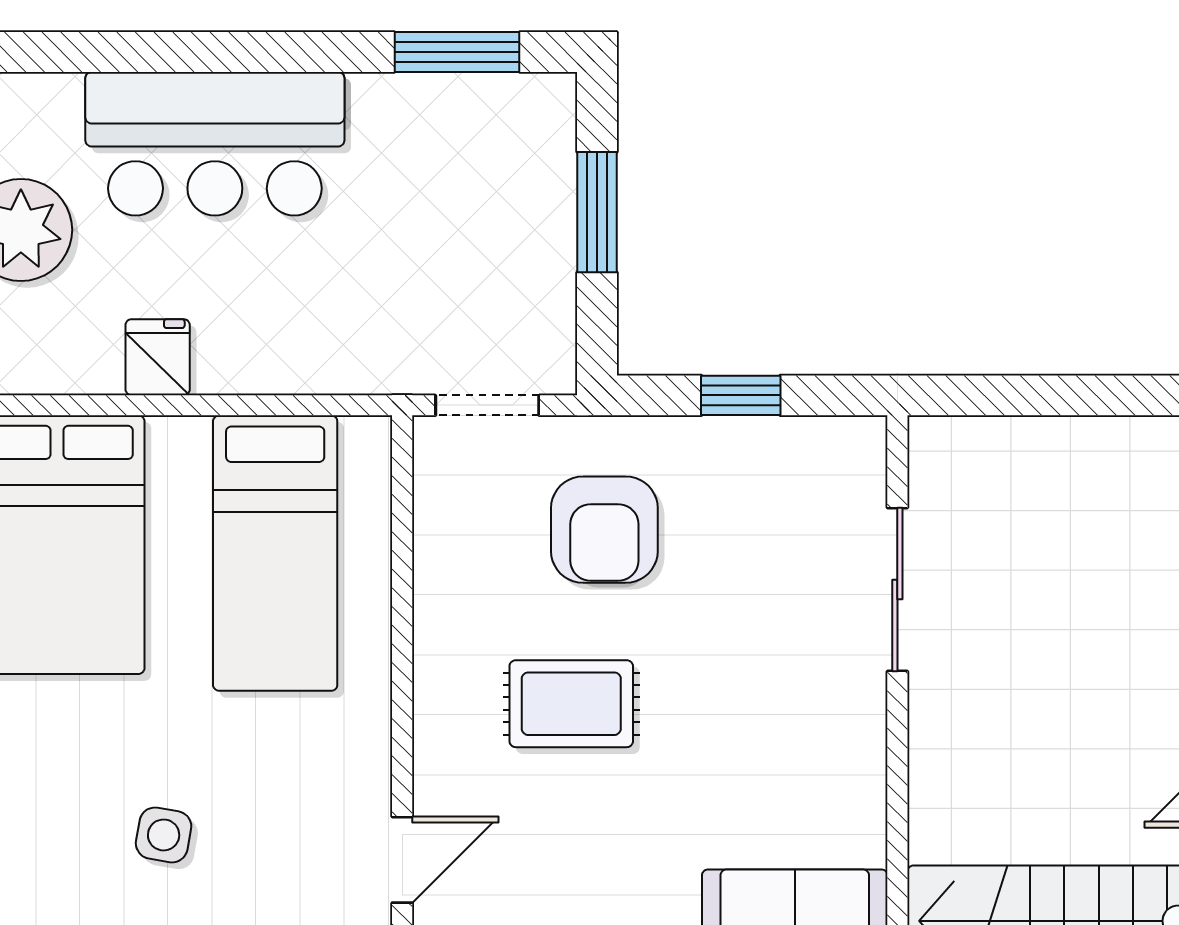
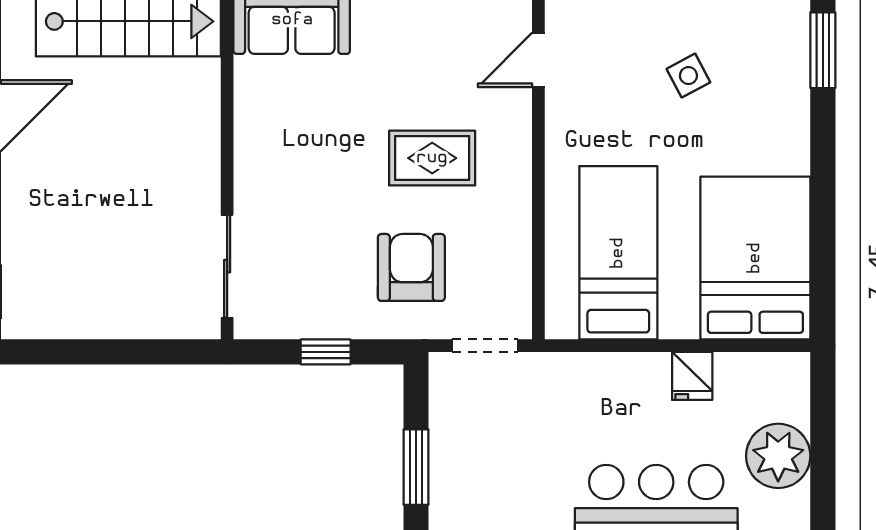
sliding door: (897, 589) -> (227, 266), moved
side table: (164, 835) -> (688, 76), turned -38

